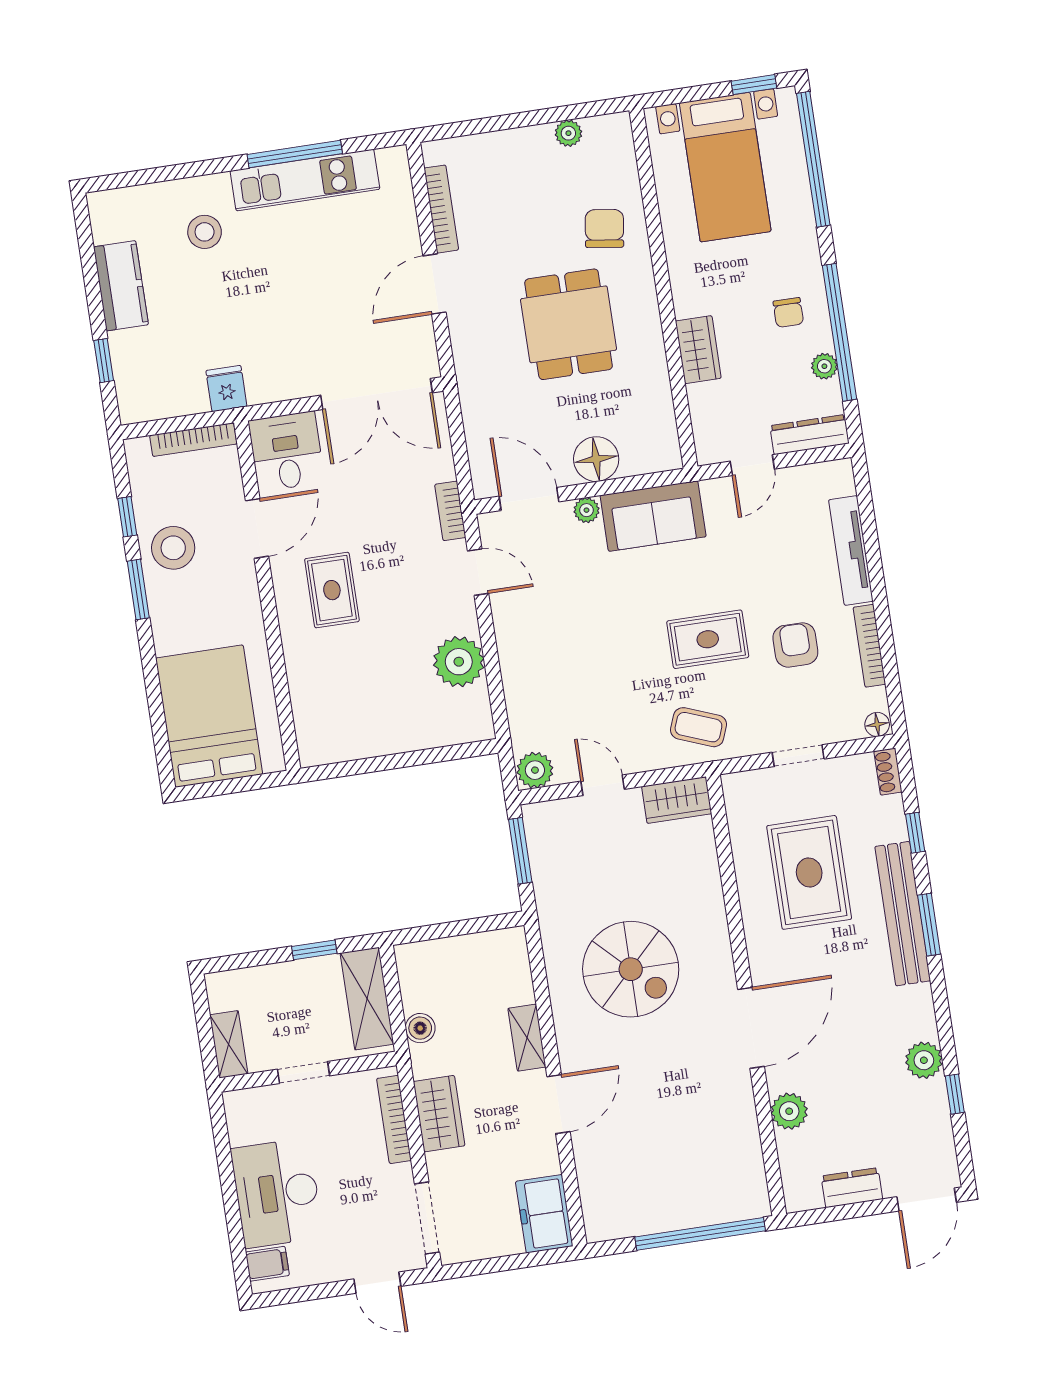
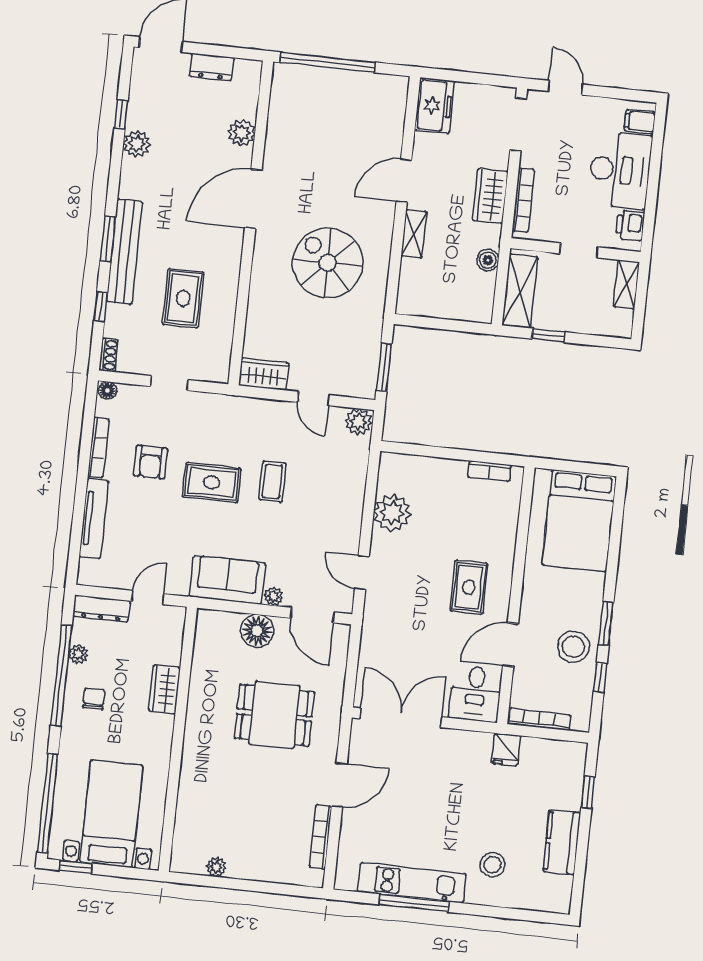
chair: (604, 228) -> (208, 793), removed
dining table: (569, 324) -> (274, 715), moved, turned 90
bookcase: (450, 511) -> (489, 471), moved, turned 90
coffee table: (698, 727) -> (272, 482), moved, turned 69
rug: (809, 872) -> (183, 298), width x0.73, depth x0.70
printer: (244, 1123) -> (630, 225), added

